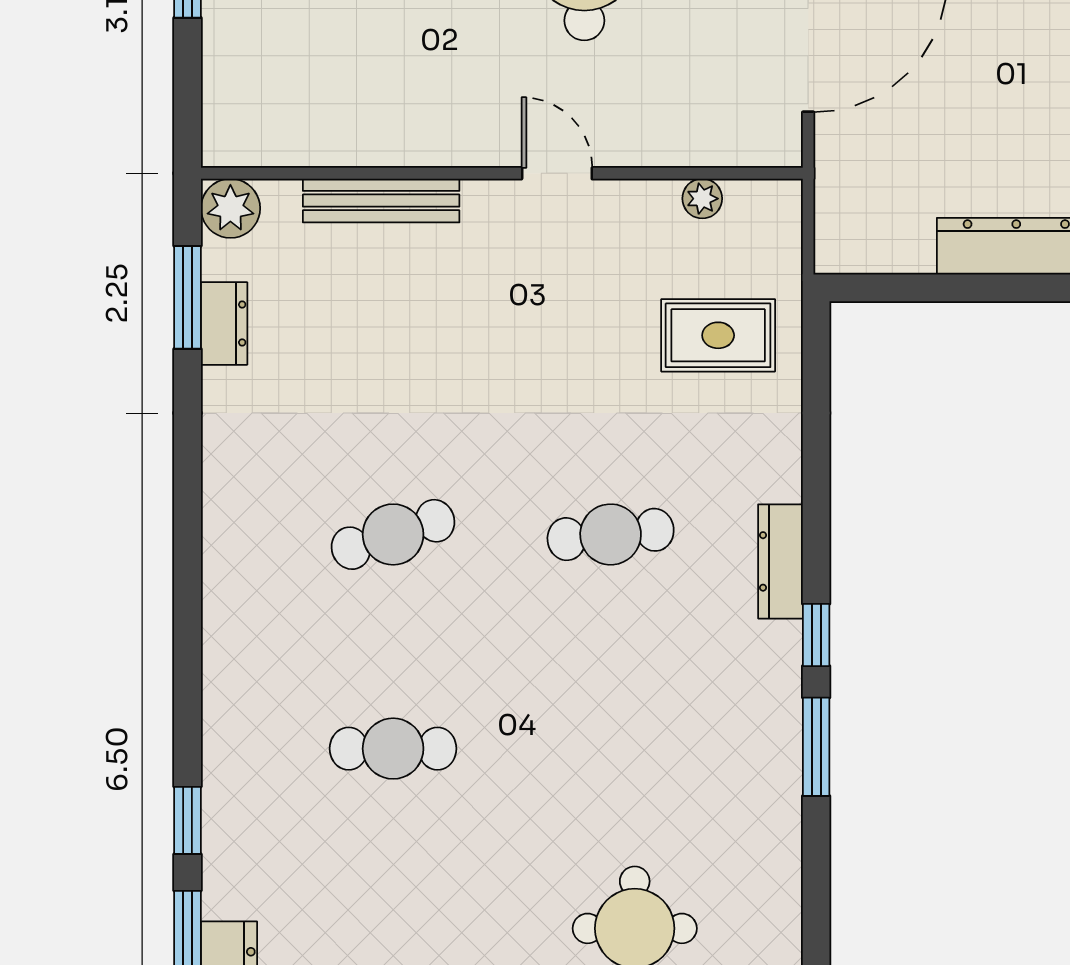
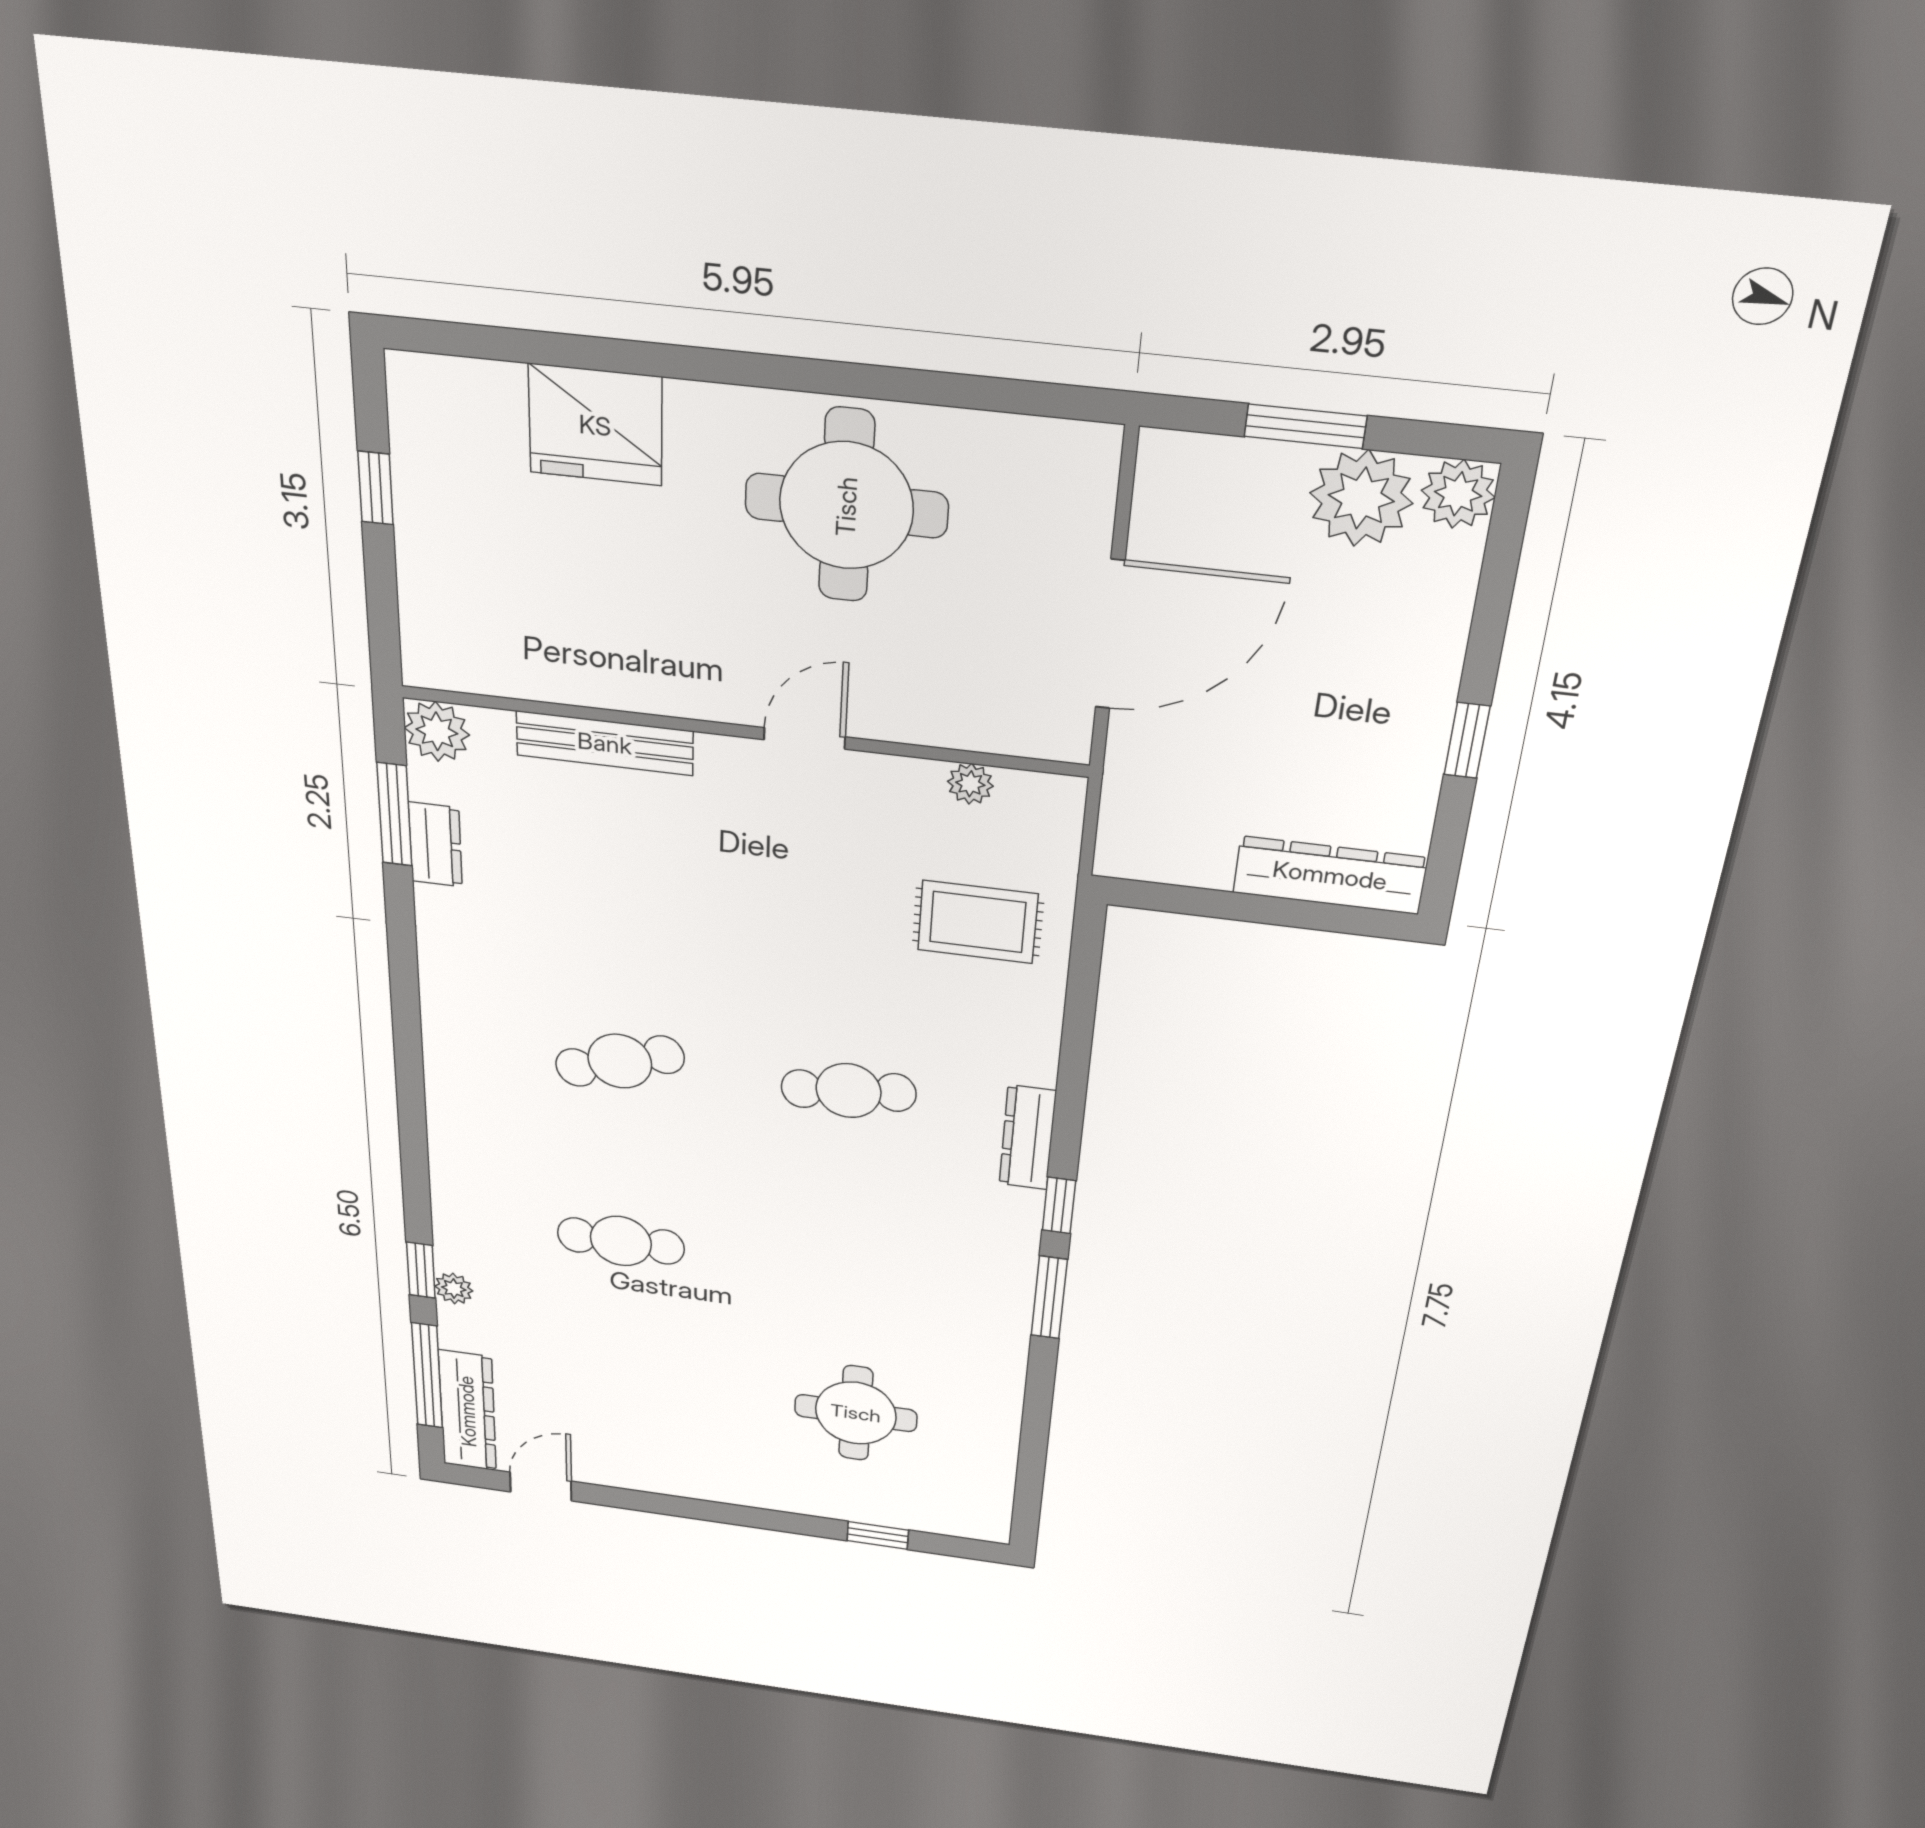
door: (557, 173) -> (805, 738), hinge flipped
plant: (221, 838) -> (454, 1288), added

